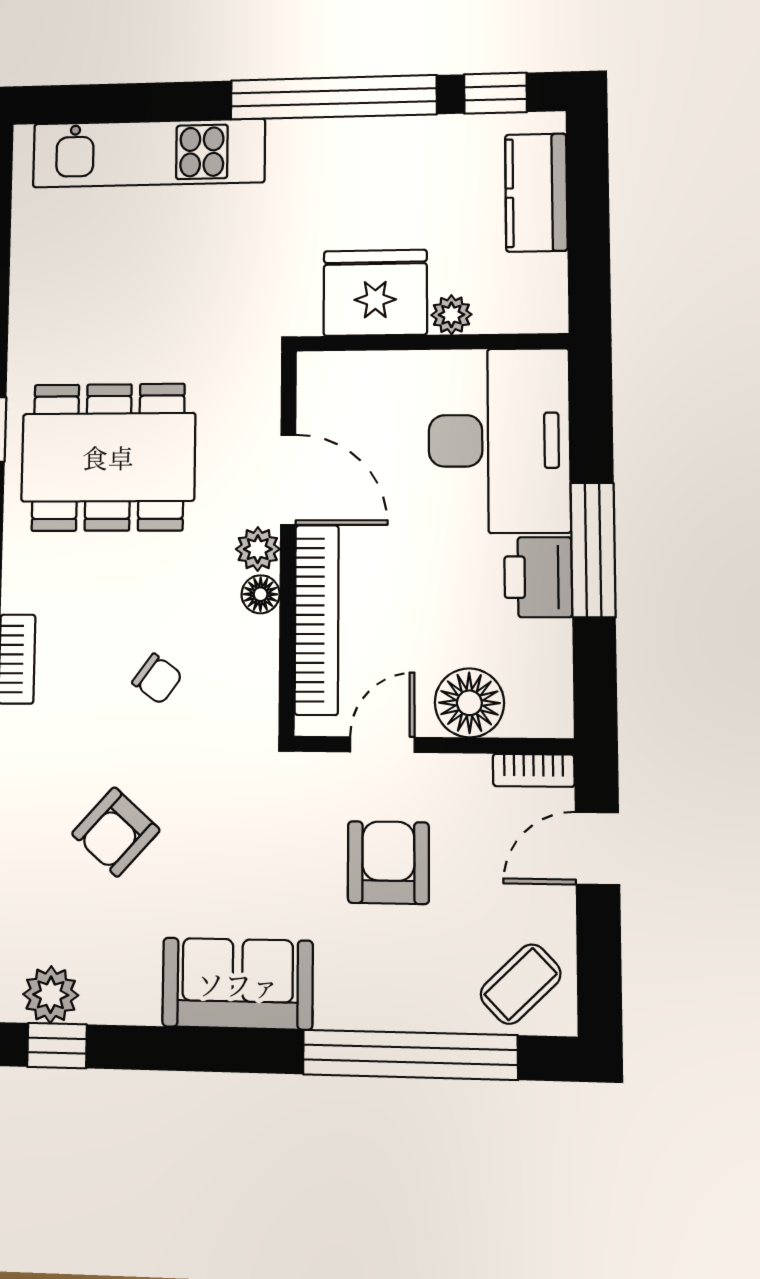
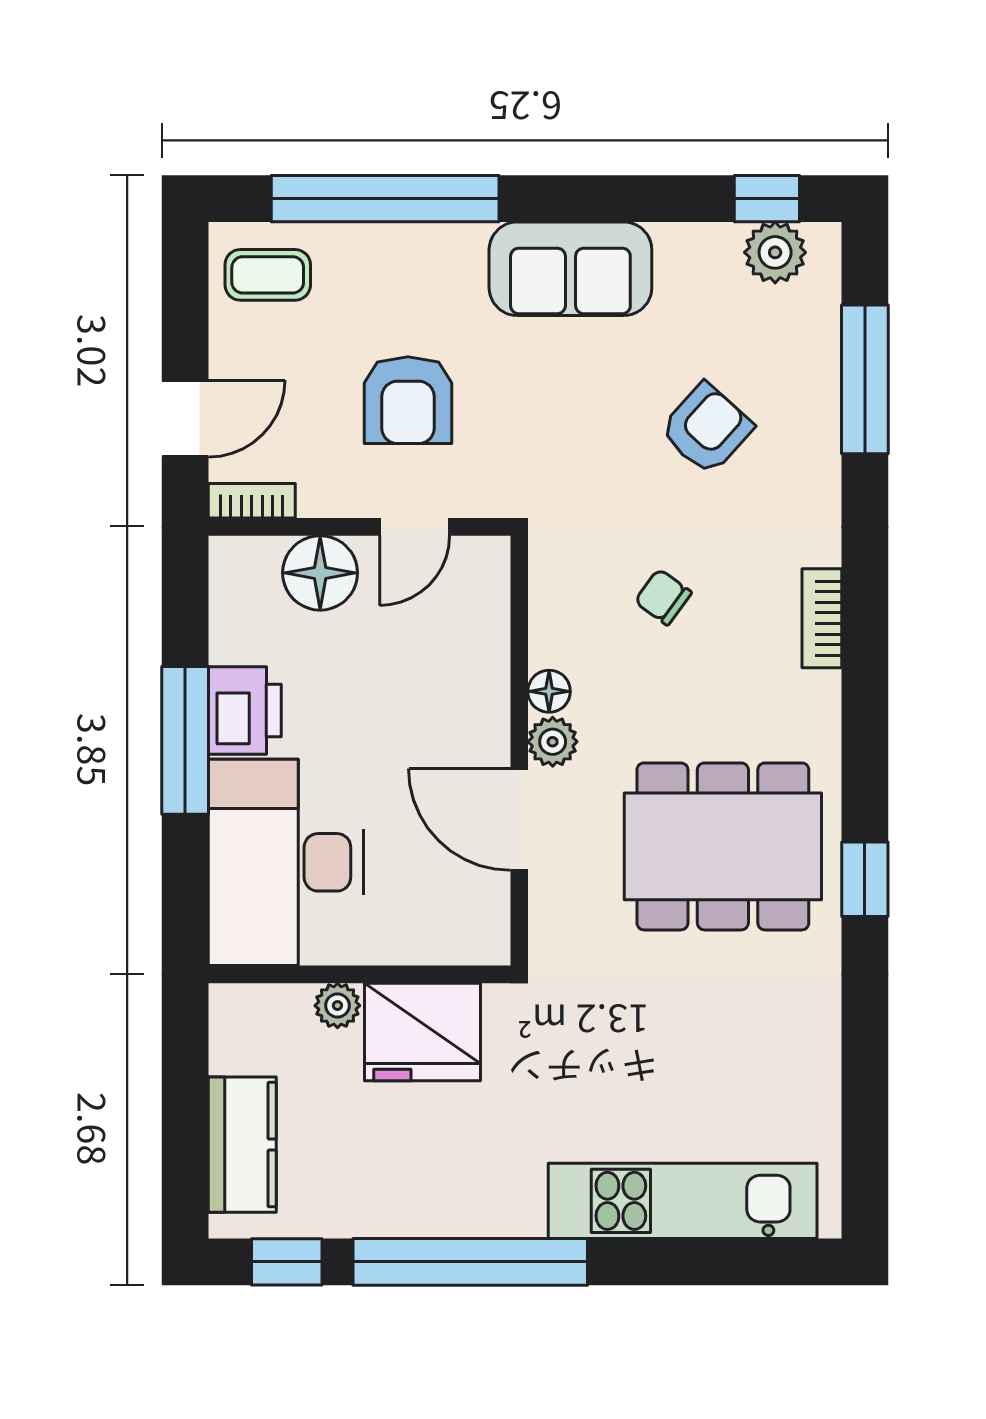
bookcase: (317, 620) -> (487, 663), removed
coffee table: (521, 984) -> (268, 275), turned 44

